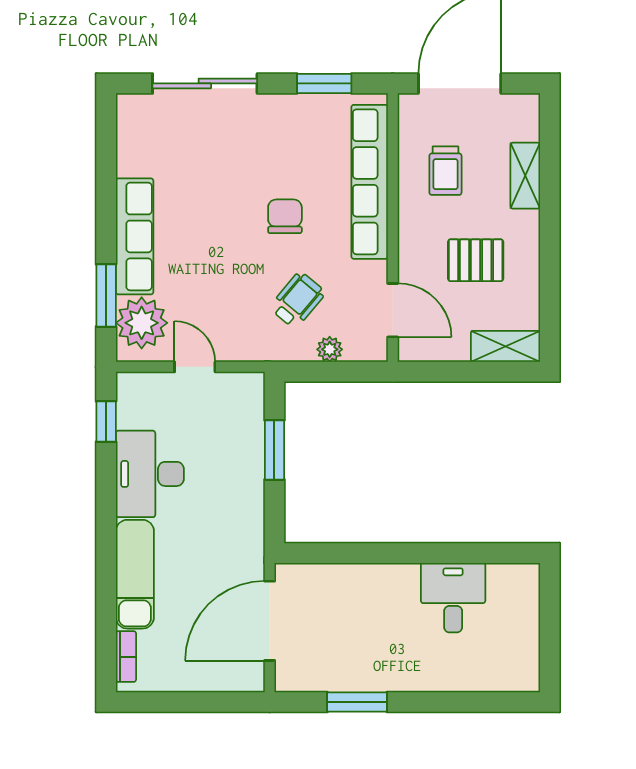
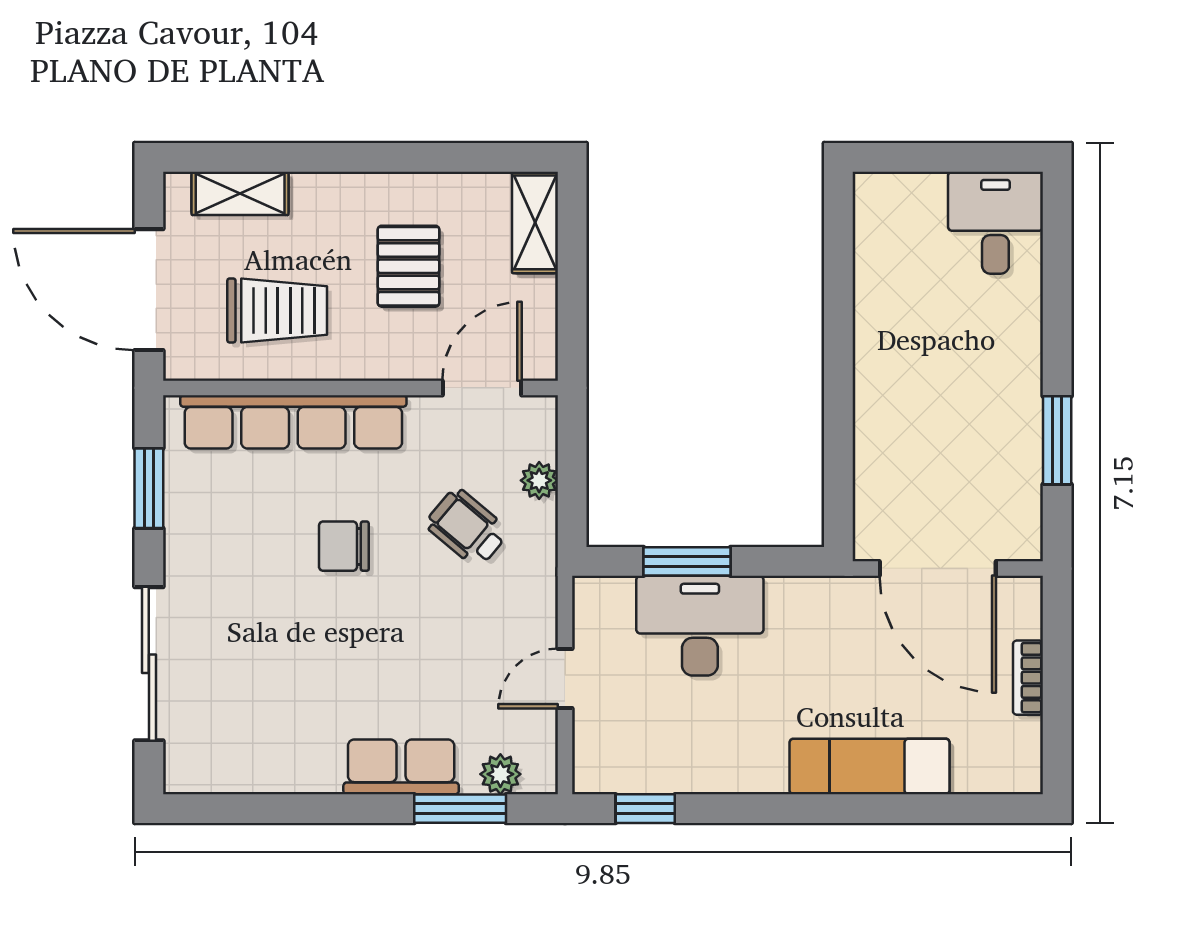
trolley: (445, 171) -> (277, 310), width x1.36, depth x1.39
shelving: (525, 176) -> (240, 193), moved
row of seats: (135, 236) -> (401, 767), width x0.68
plant: (142, 323) -> (500, 774), width x0.53, depth x0.53
desk: (150, 474) -> (700, 626), moved, turned 180
desk: (453, 598) -> (995, 223), moved, turned 90
bookcase: (126, 657) -> (1028, 678), moved, turned -90

